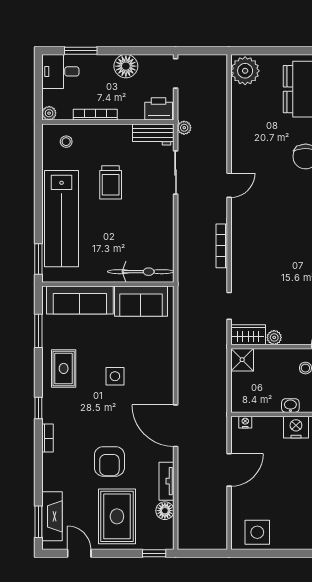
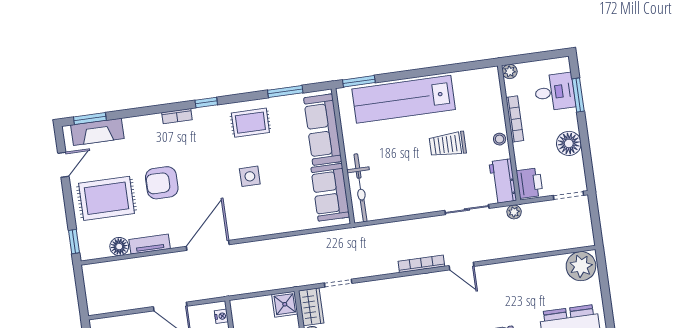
desk: (60, 71) -> (555, 92), moved, turned 90
stool: (66, 142) -> (500, 139), moved
bookcase: (222, 246) -> (421, 264), moved

